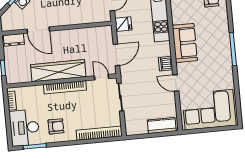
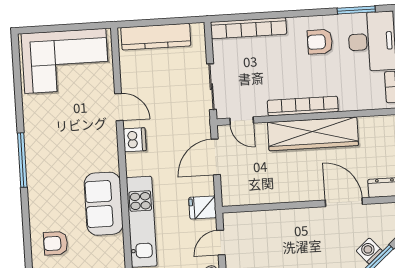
sofa: (185, 43) -> (104, 204), moved
kitchen counter: (162, 126) -> (156, 37), width x1.50

